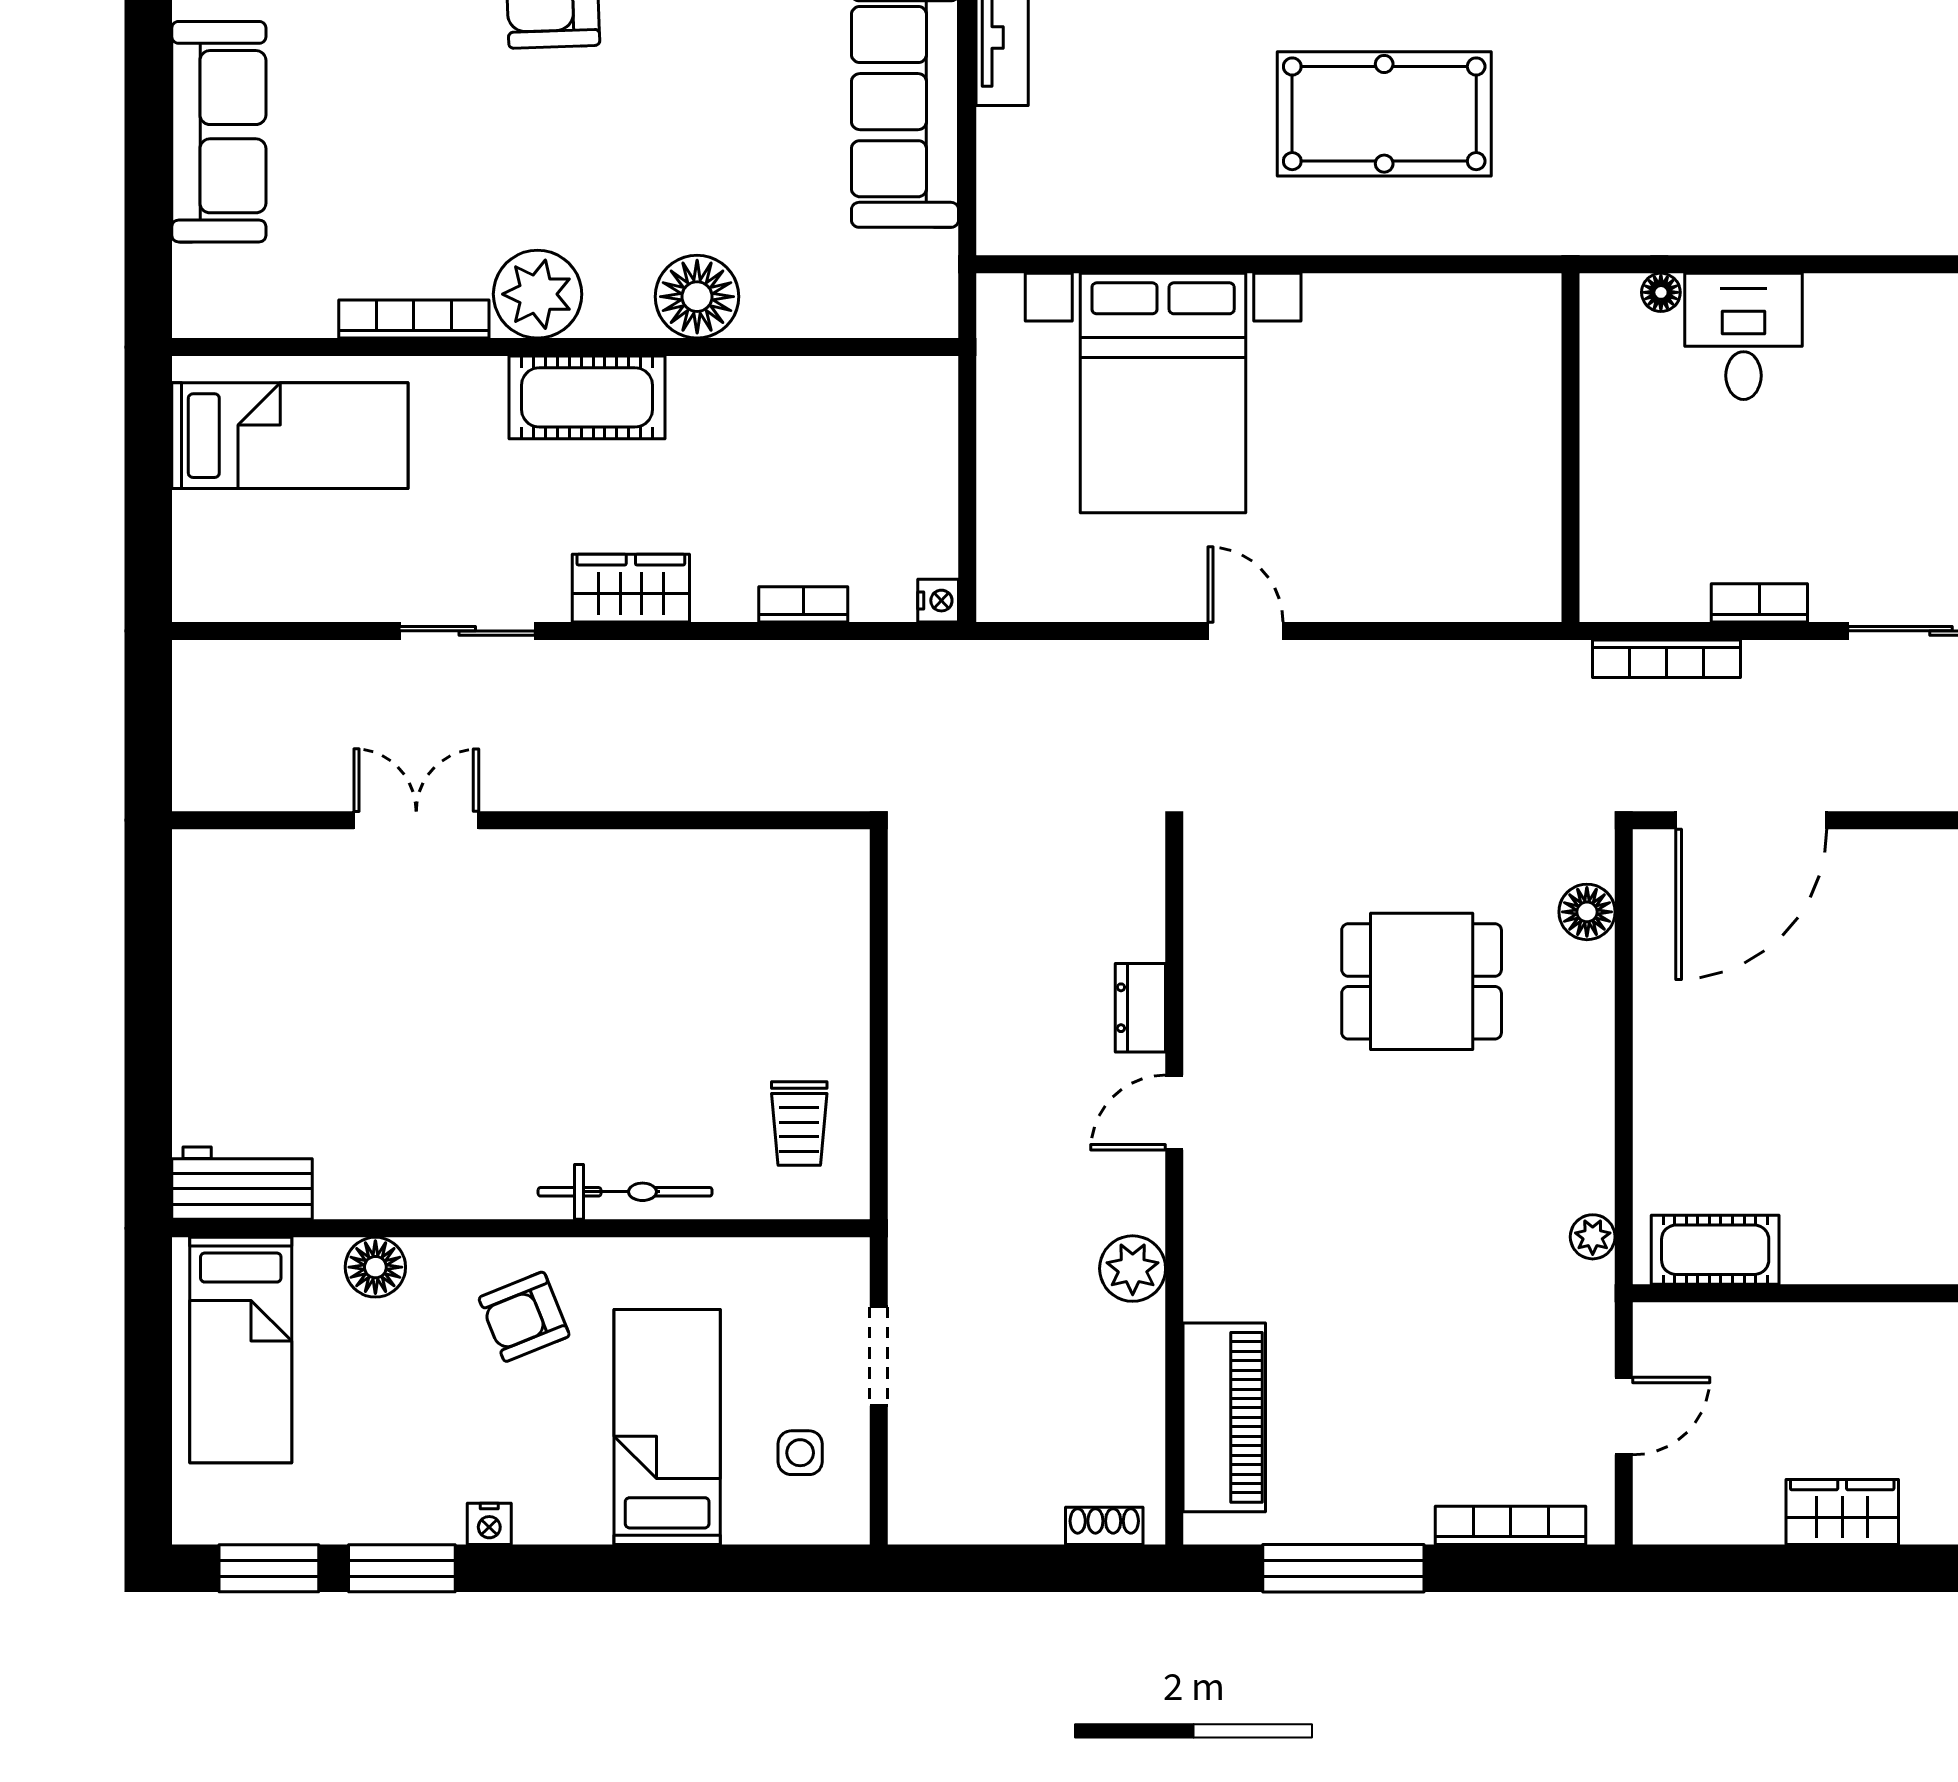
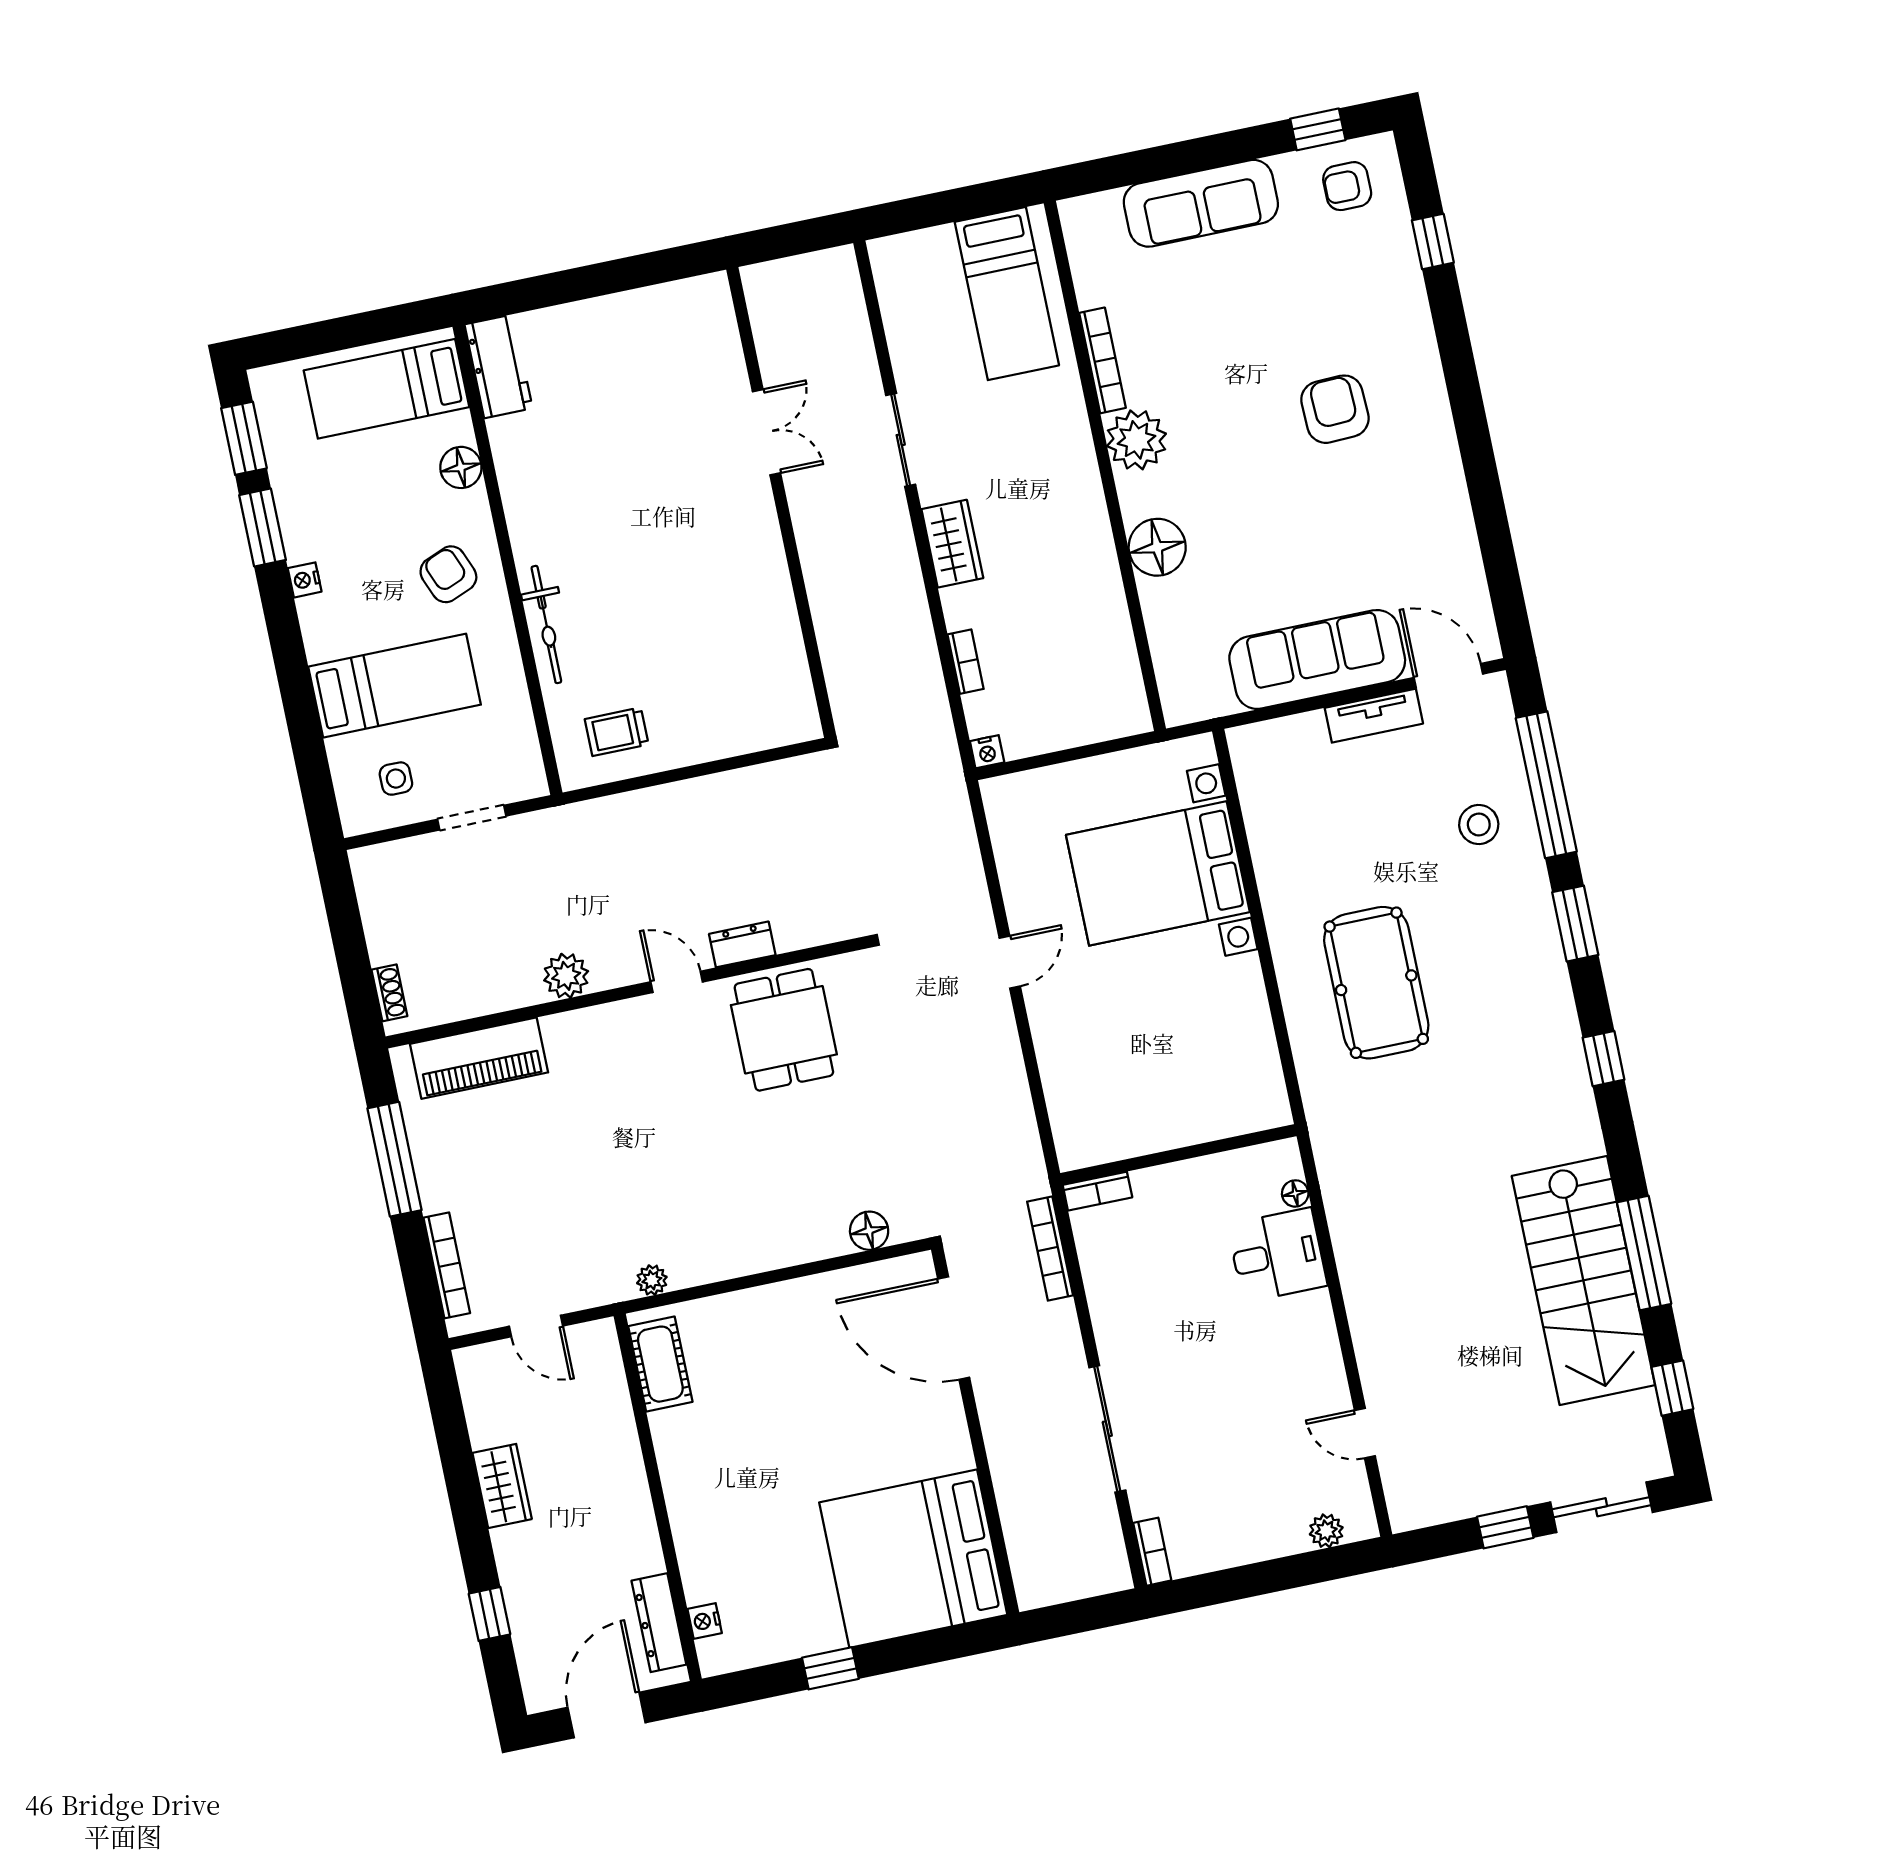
cot: (587, 397) -> (1074, 488), removed
bookcase: (1759, 603) -> (1097, 1191), moved, turned 90
dining table: (1422, 981) -> (784, 1030), moved

